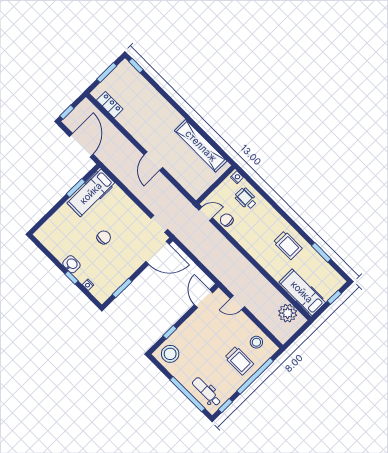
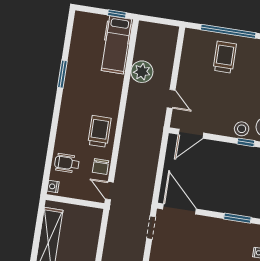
wheelchair: (246, 199) -> (67, 163), turned 90
trolley: (288, 245) -> (99, 131), moved
window: (321, 252) -> (62, 74), moved
window: (334, 297) -> (117, 14), moved
plant: (288, 313) -> (142, 72), moved
stool: (256, 342) -> (242, 129), moved

